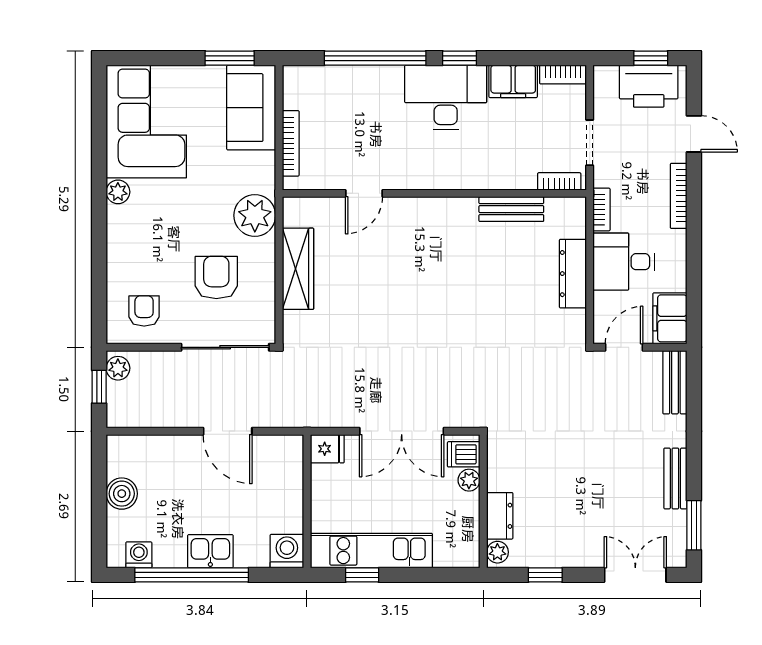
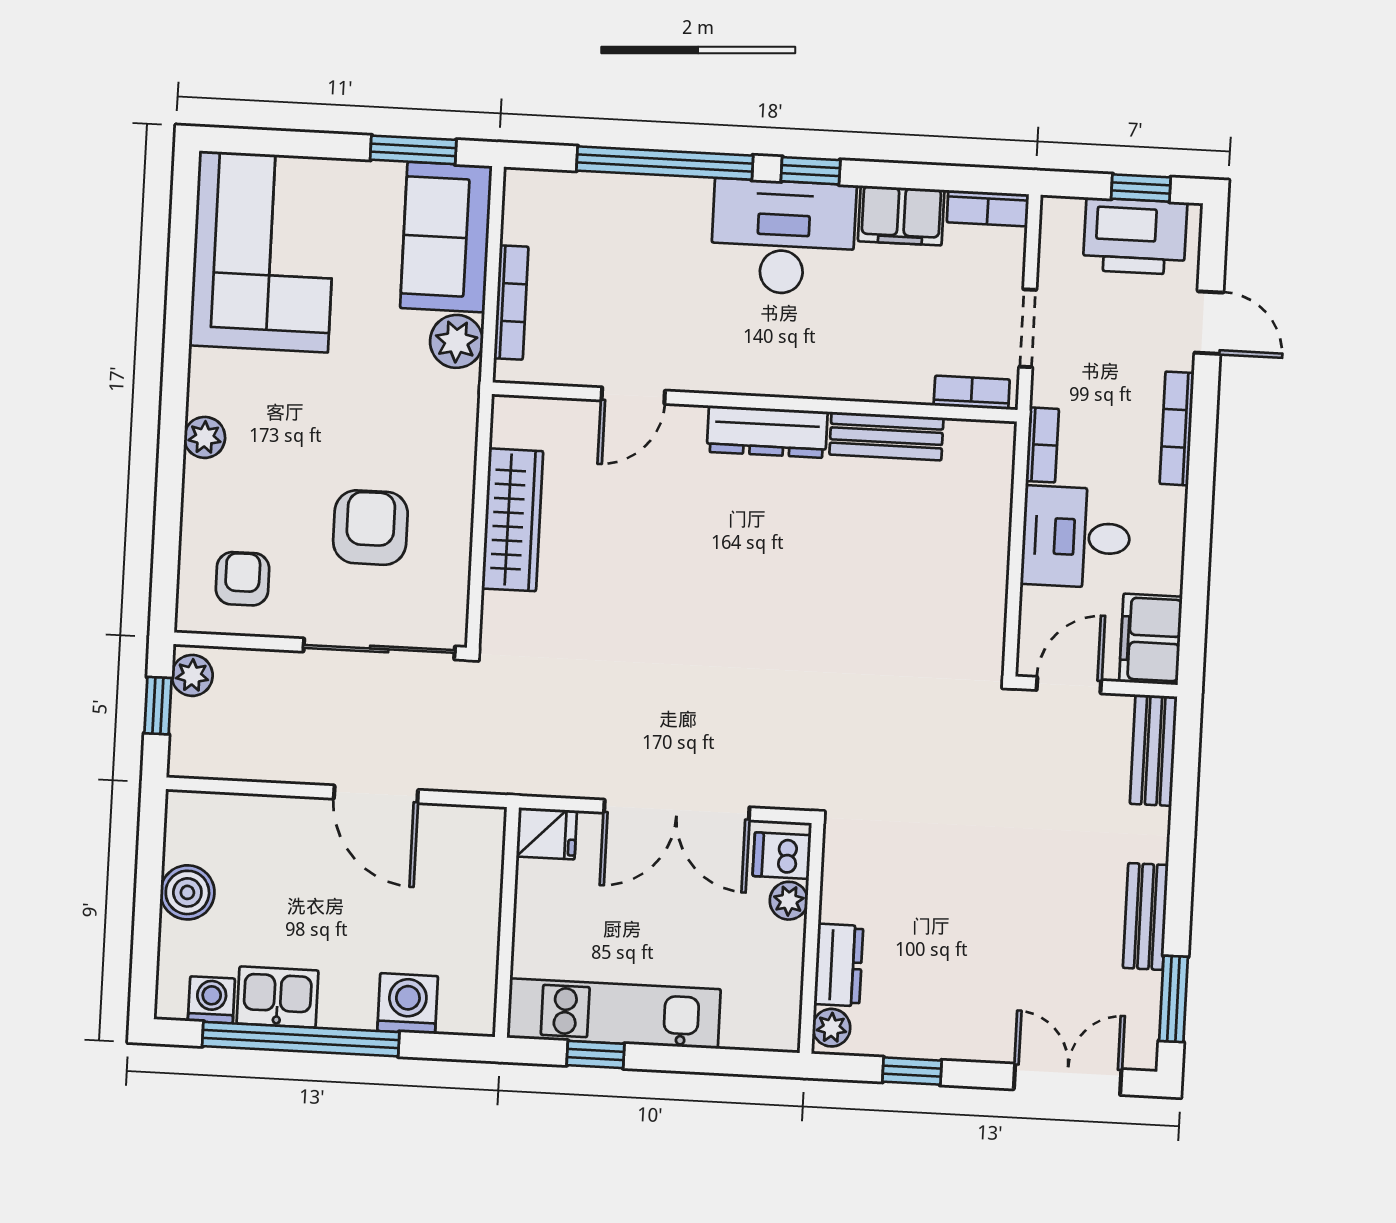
plant: (118, 192) -> (205, 437), moved
plant: (255, 215) -> (456, 341), moved, width x0.73, depth x0.73
dresser: (573, 274) -> (767, 432), moved, turned -90
kitchen sink: (210, 551) -> (277, 997), moved
washing machine: (287, 551) -> (408, 1004), moved

